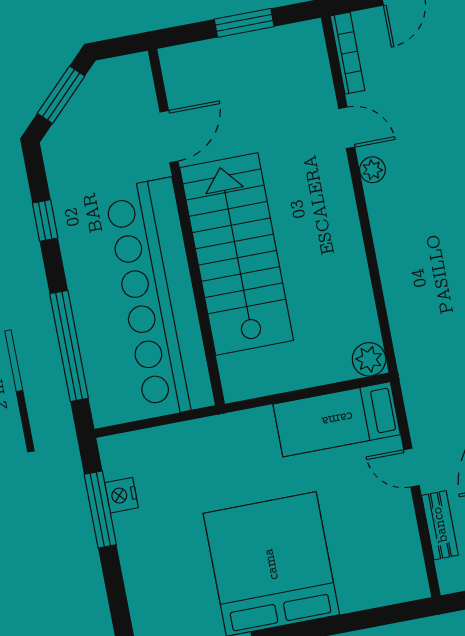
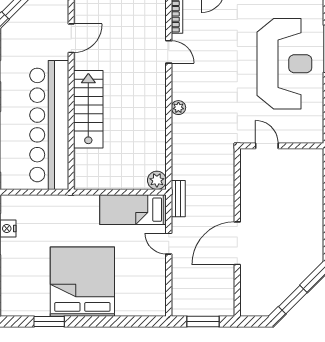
plant: (372, 170) -> (178, 108), moved
stairs: (237, 254) -> (88, 109), width x0.73, depth x0.66
bench: (440, 525) -> (178, 199), moved

